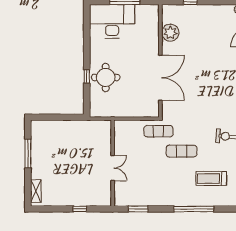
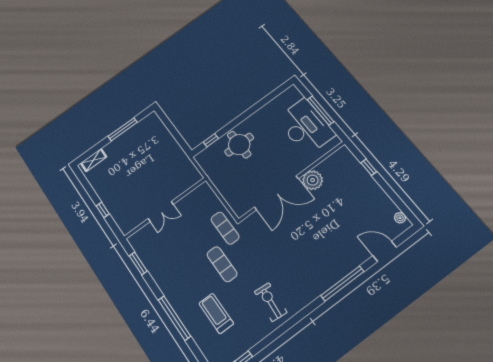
desk: (112, 21) -> (306, 127), moved
plant: (170, 33) -> (313, 180), moved
window: (87, 76) -> (211, 140), moved

